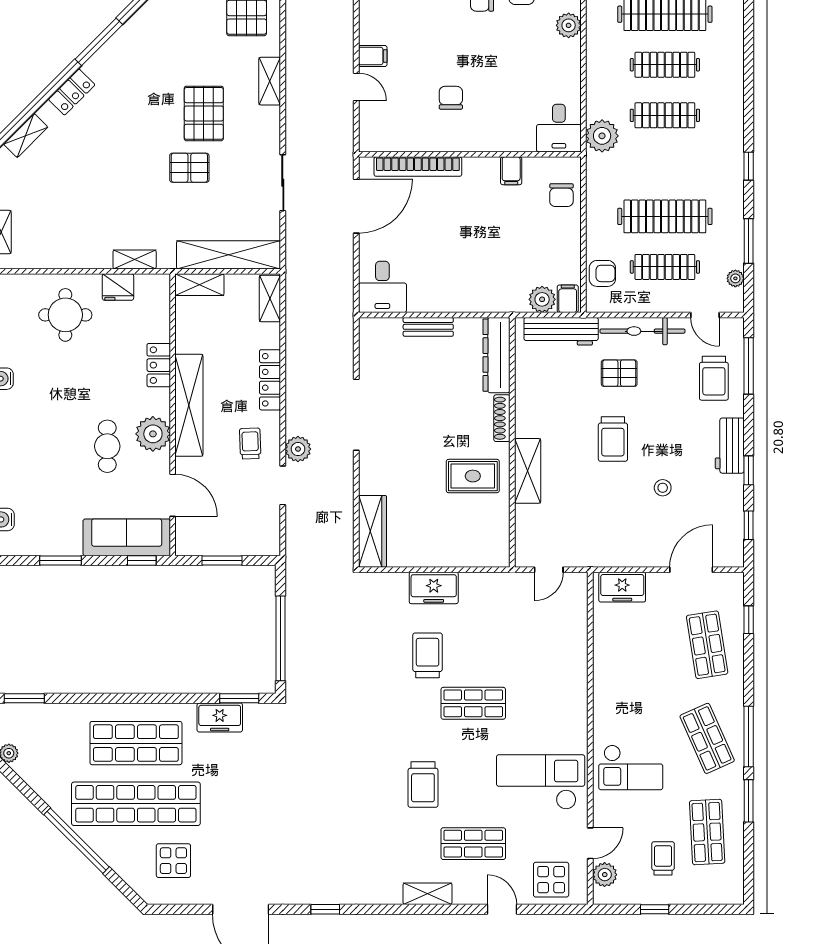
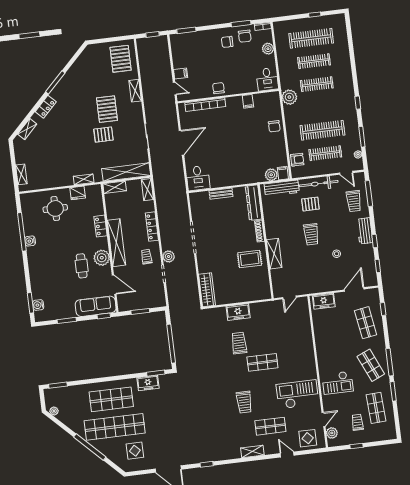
desk: (559, 128) -> (267, 79), moved
wall: (470, 154) -> (228, 96), moved
bookcase: (418, 167) -> (205, 105), moved
filing cabinet: (511, 171) -> (248, 101), moved

